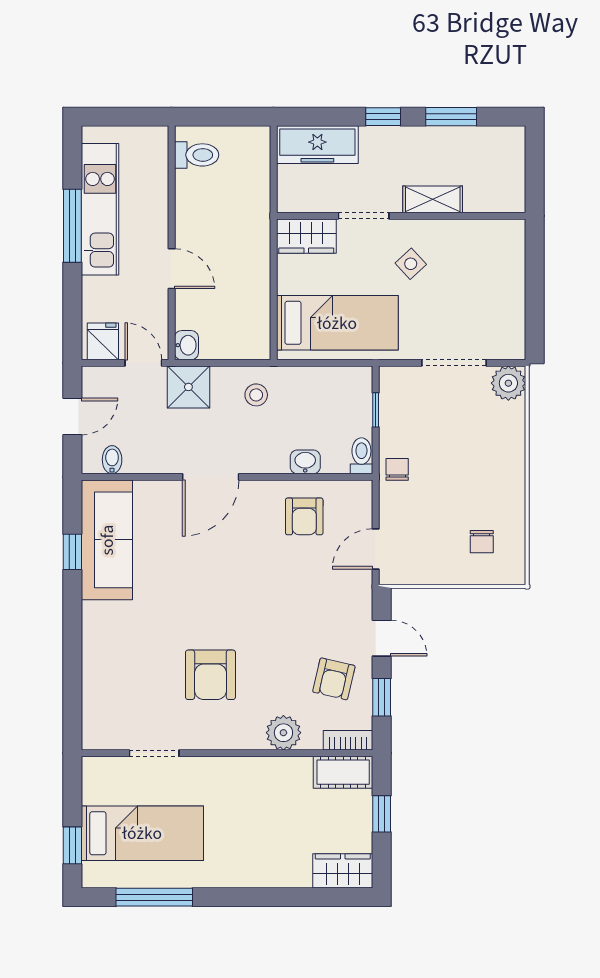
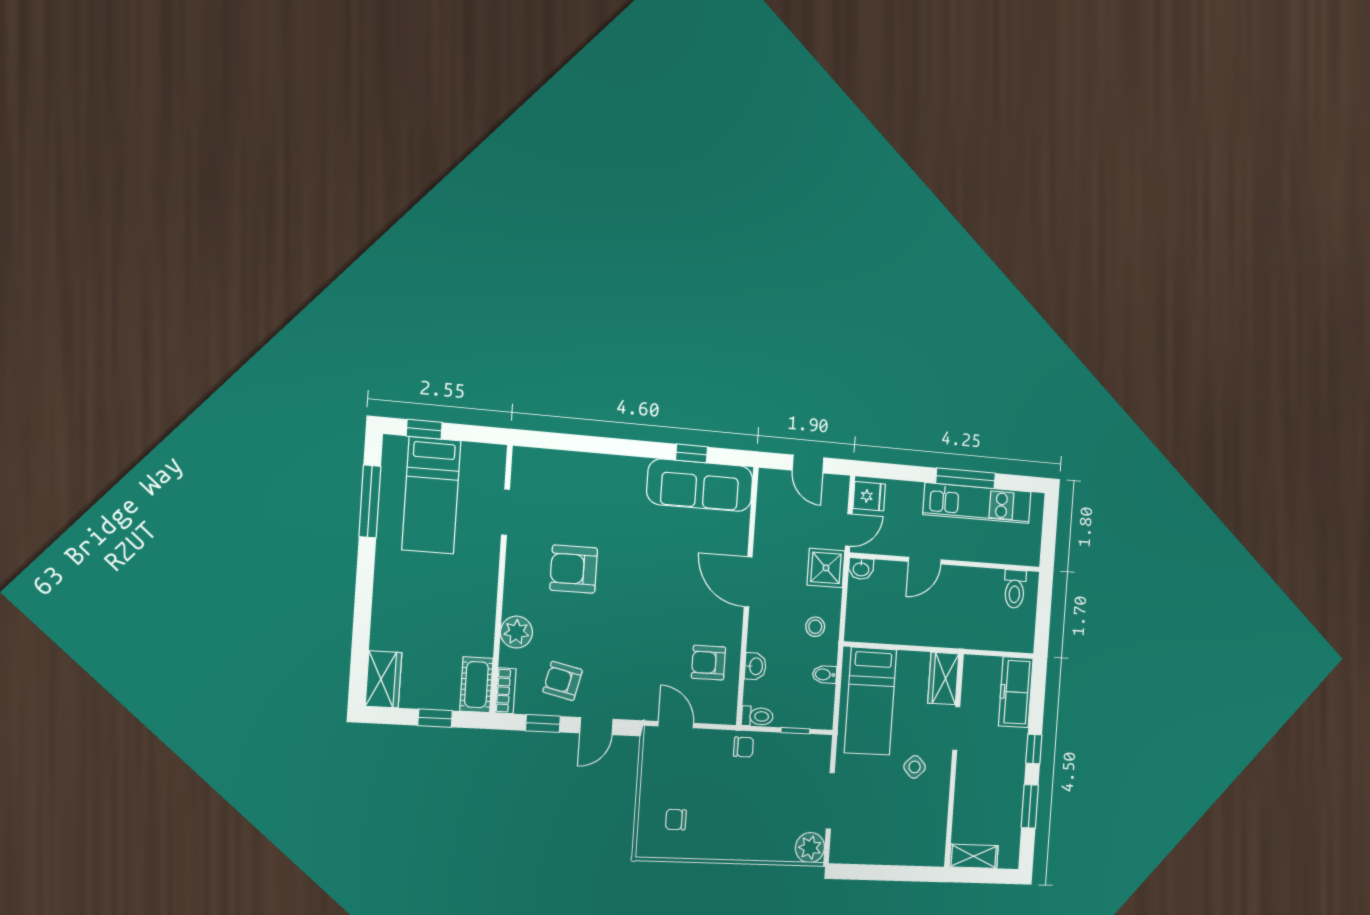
shelving: (433, 199) -> (974, 856), moved, turned 90
bidet: (112, 460) -> (824, 674), moved, turned 180

